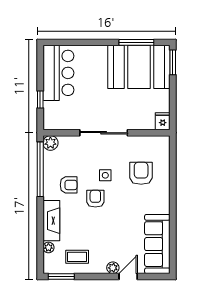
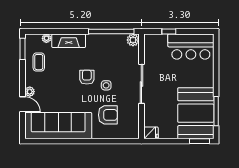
armchair: (69, 185) -> (98, 55), removed
armchair: (95, 199) -> (87, 77), turned -90
sofa: (157, 244) -> (58, 126), width x1.36, depth x1.27

